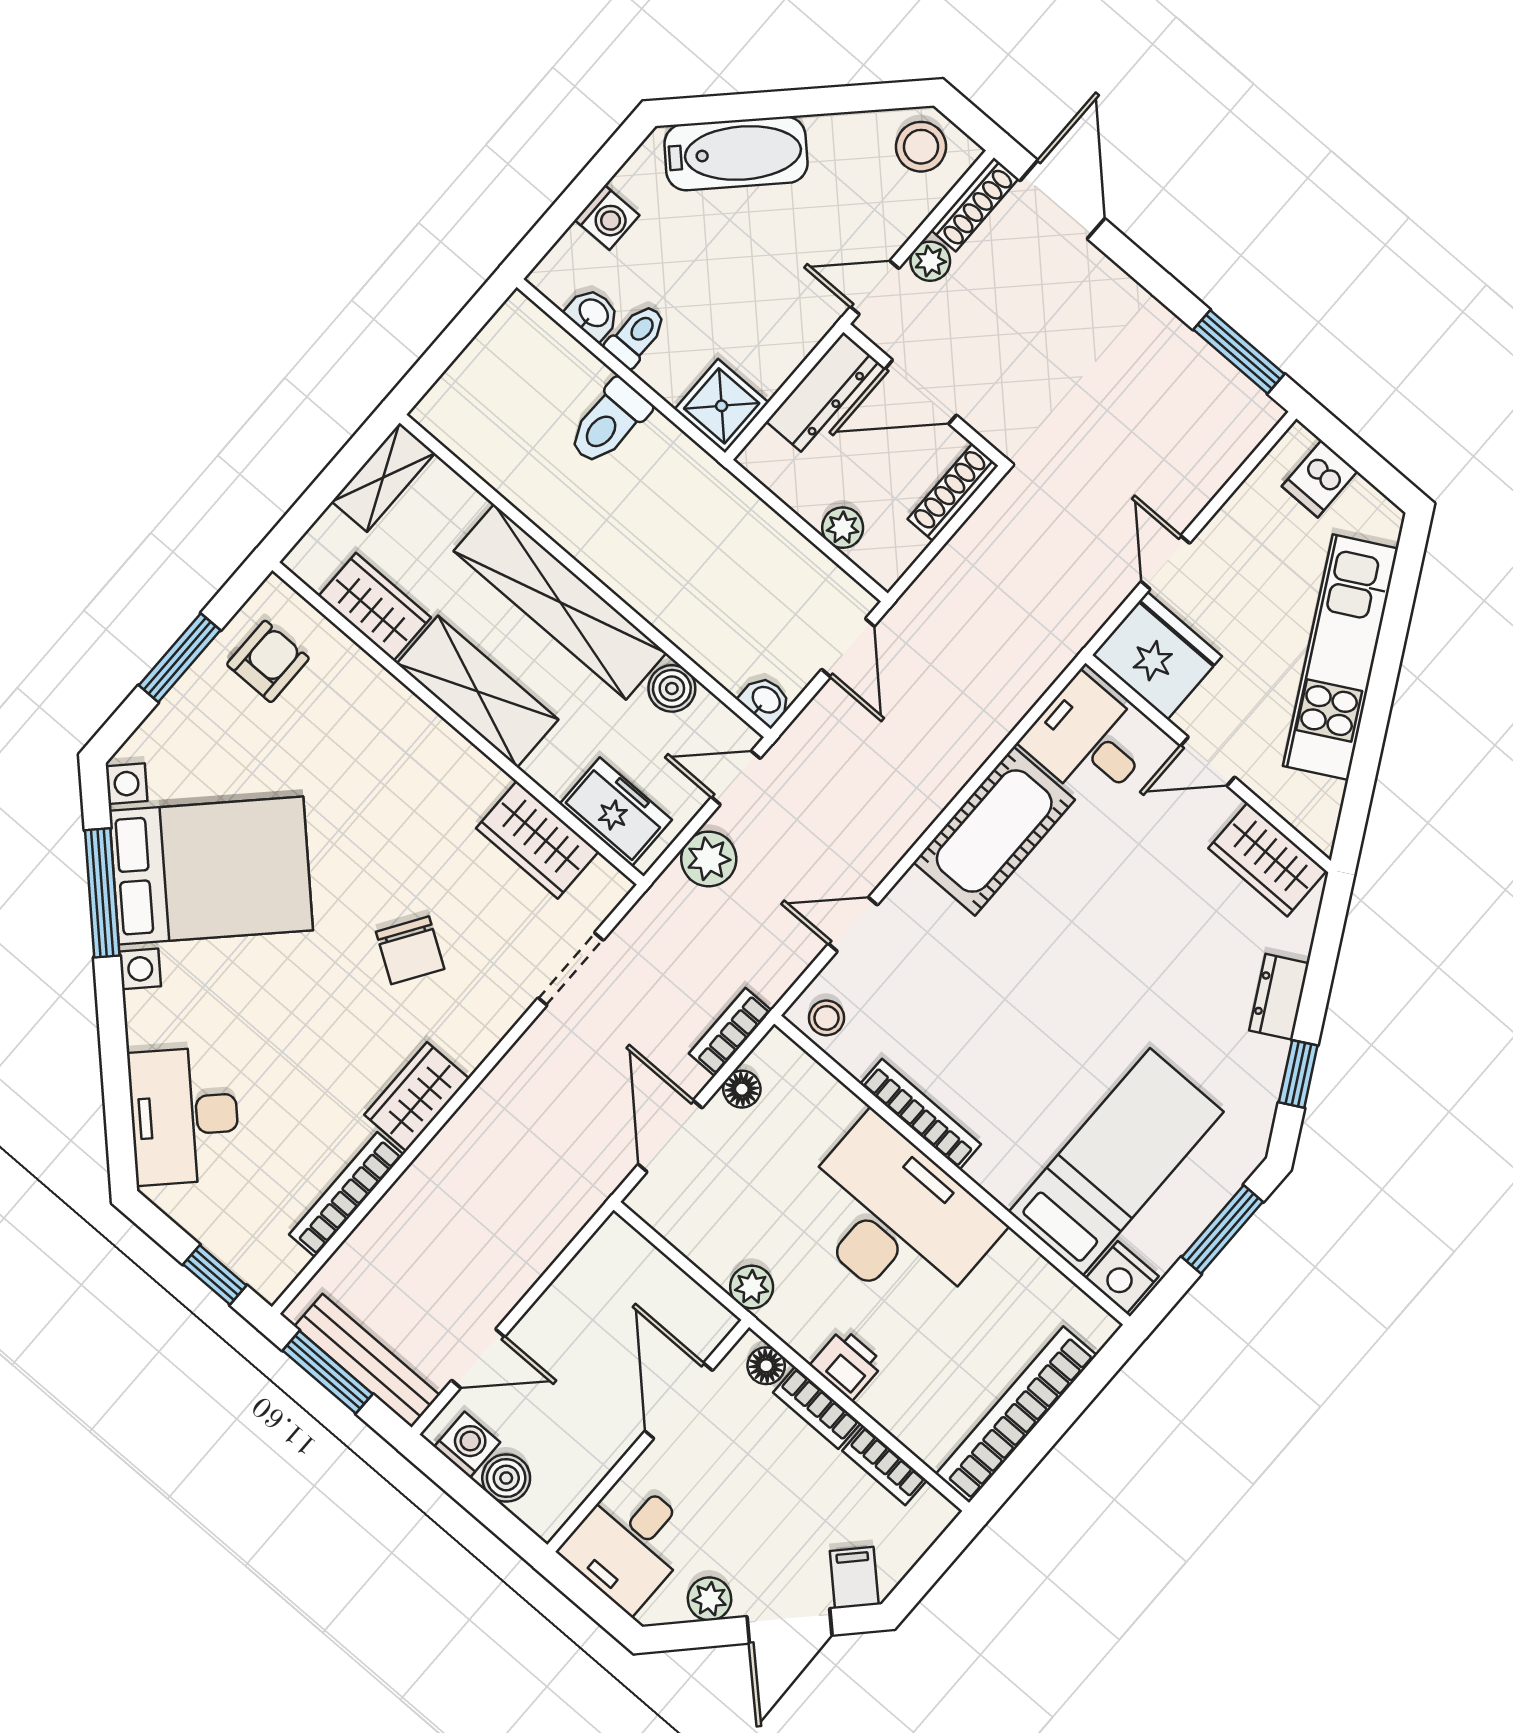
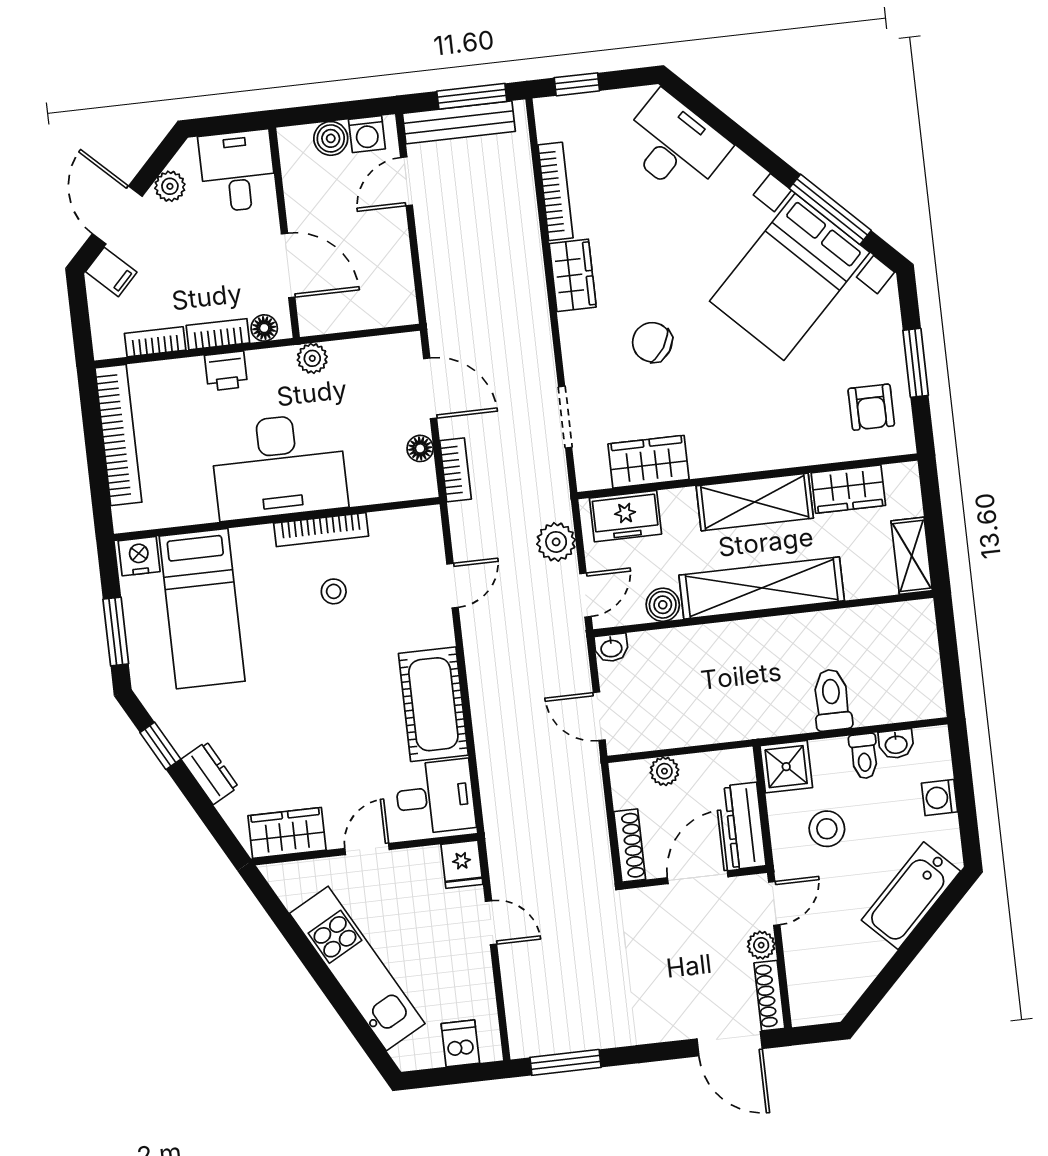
stool: (921, 147) -> (827, 829), moved
fridge: (1157, 656) -> (462, 864), width x0.53, depth x0.75
stool: (826, 1018) -> (334, 591), moved

